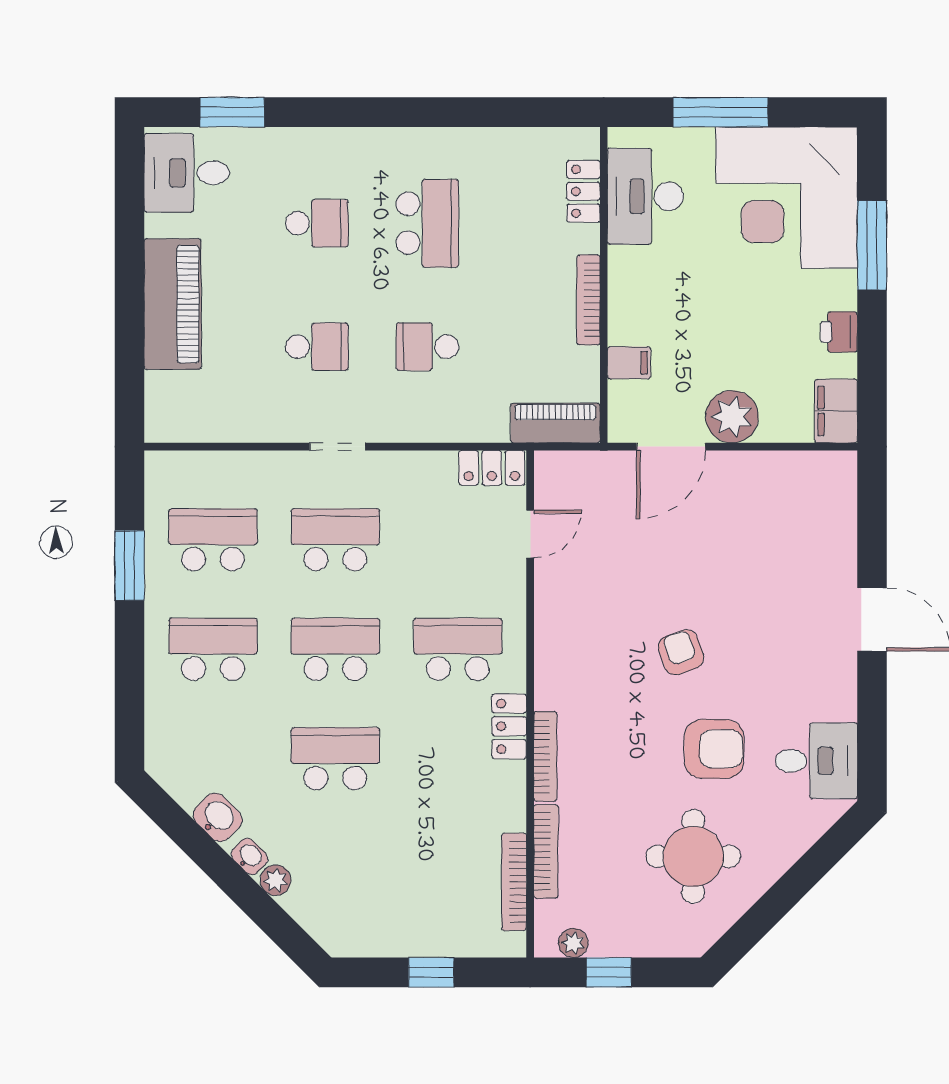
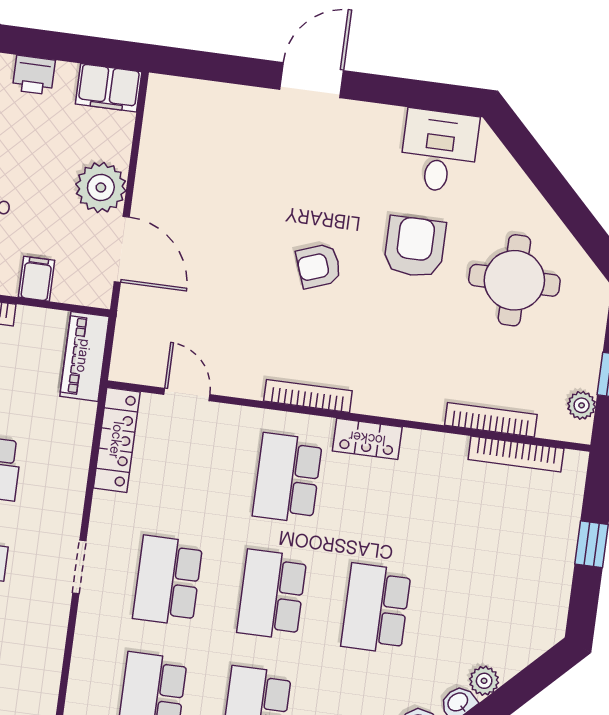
locker: (492, 468) -> (117, 440), width x1.53
bookcase: (545, 756) -> (308, 396), moved

